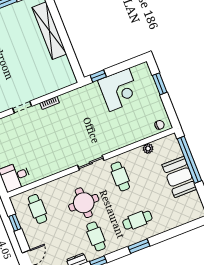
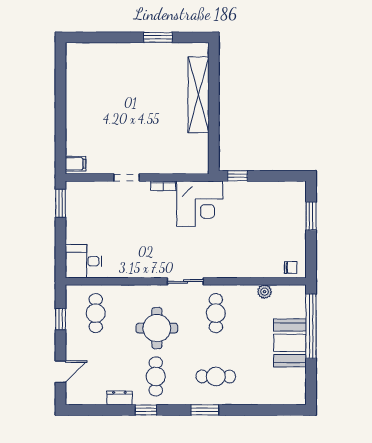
corner desk: (119, 90) -> (200, 204), moved

